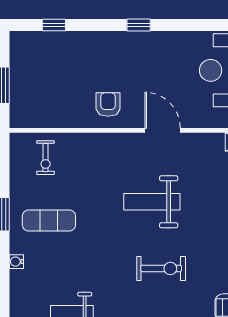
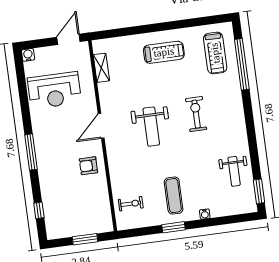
window: (139, 25) -> (31, 152), width x2.17

